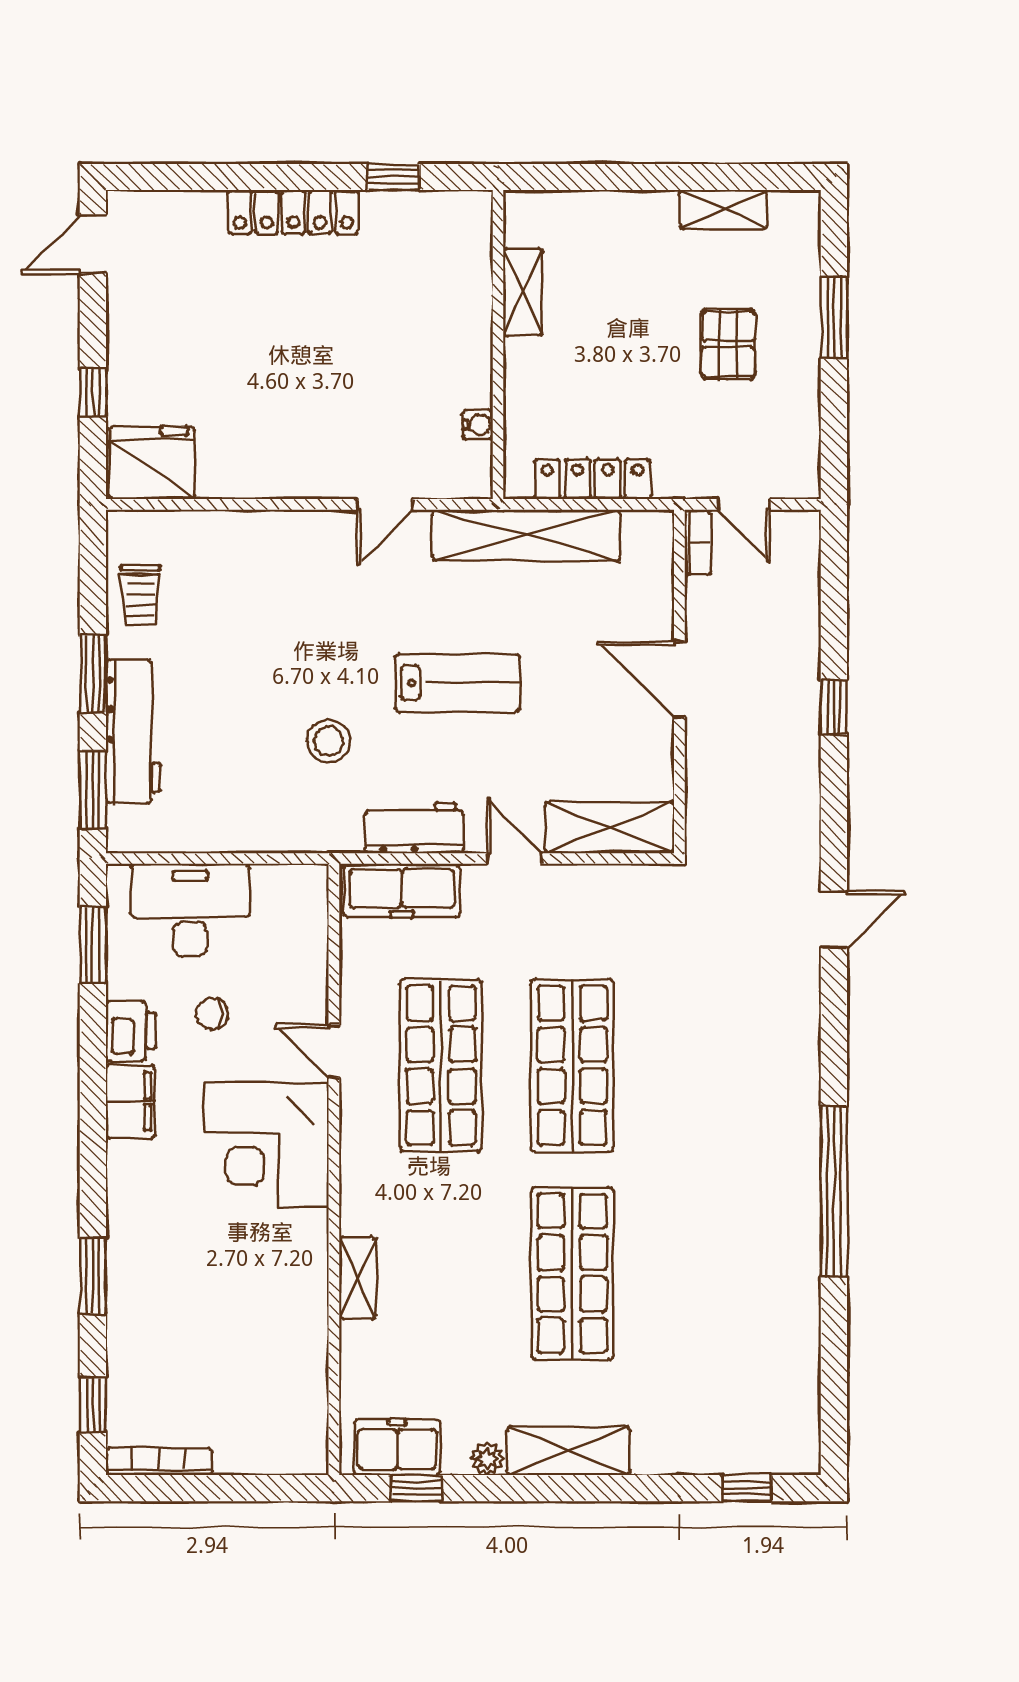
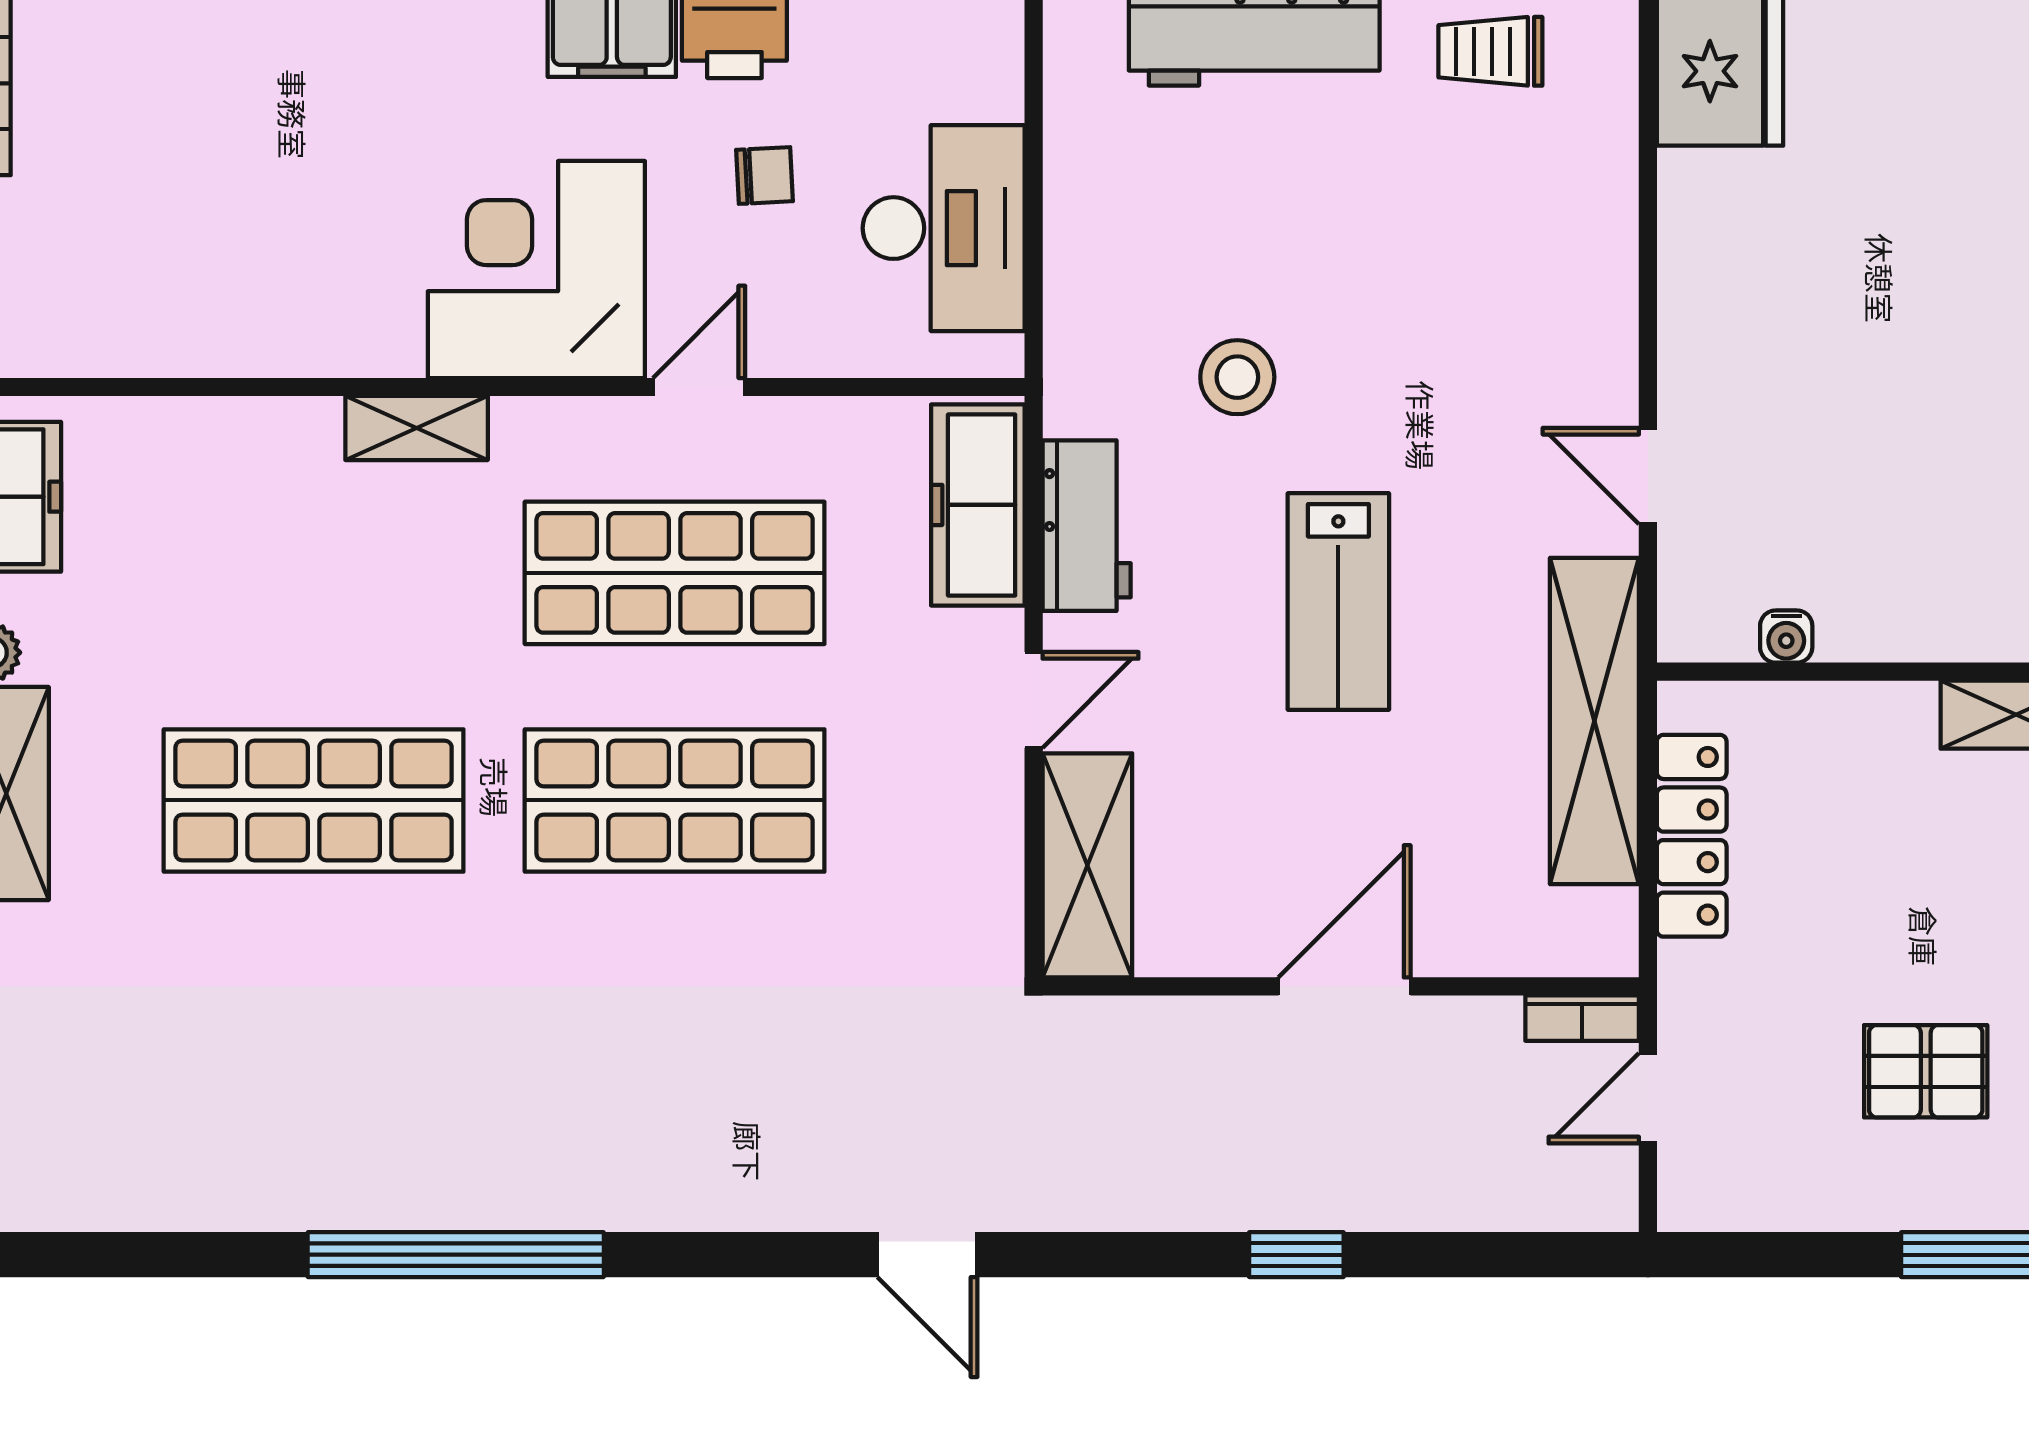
desk: (190, 910) -> (944, 228), moved
chair: (212, 1014) -> (765, 176), turned 87
shelving: (358, 1278) -> (417, 428), moved

